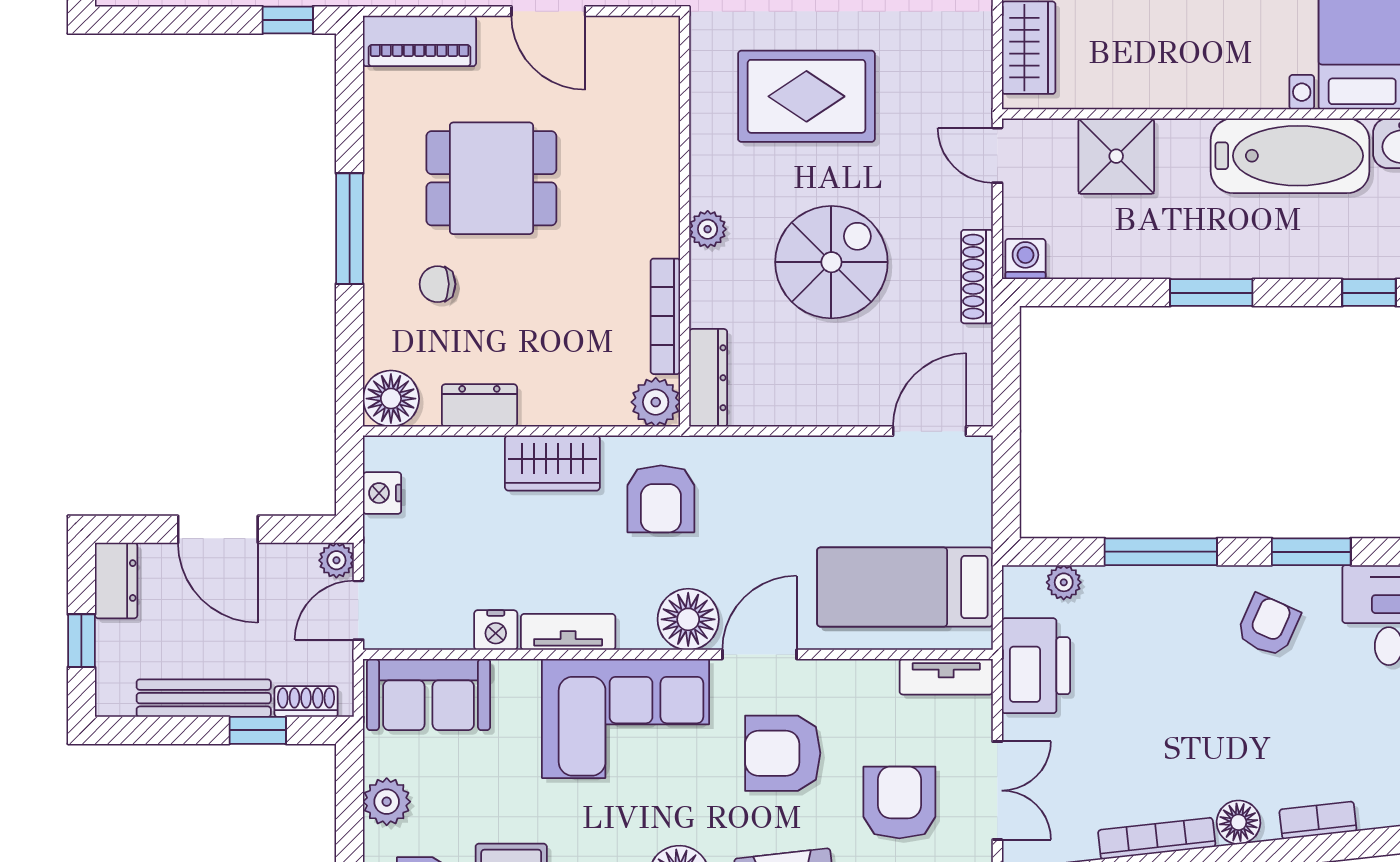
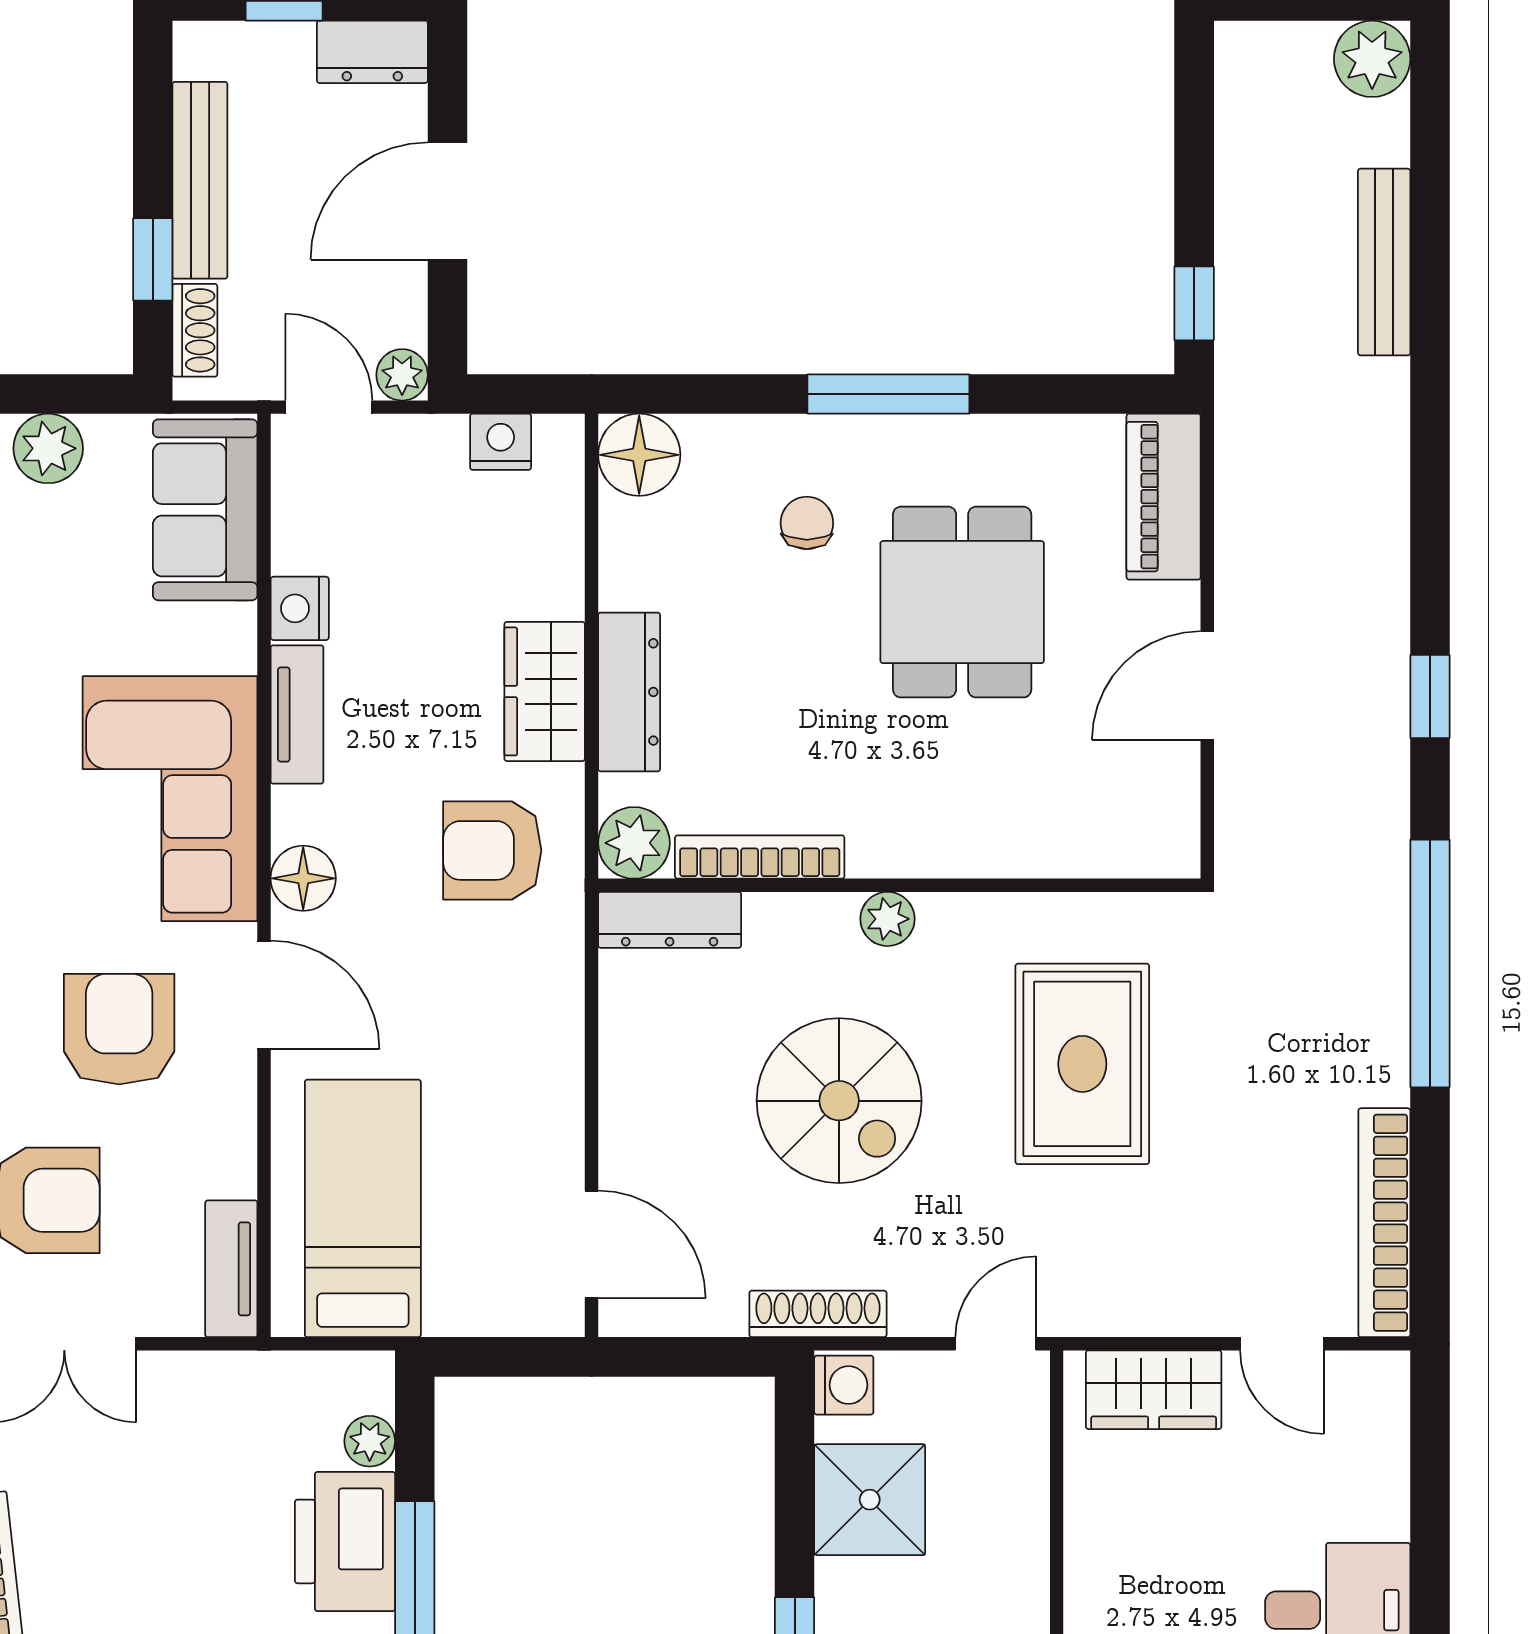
shower: (1116, 156) -> (870, 1500), moved
dresser: (479, 405) -> (629, 692), moved, width x1.44
floor lamp: (688, 619) -> (303, 878), width x0.73, depth x0.73
printer: (1036, 666) -> (345, 1541), moved, turned 90

